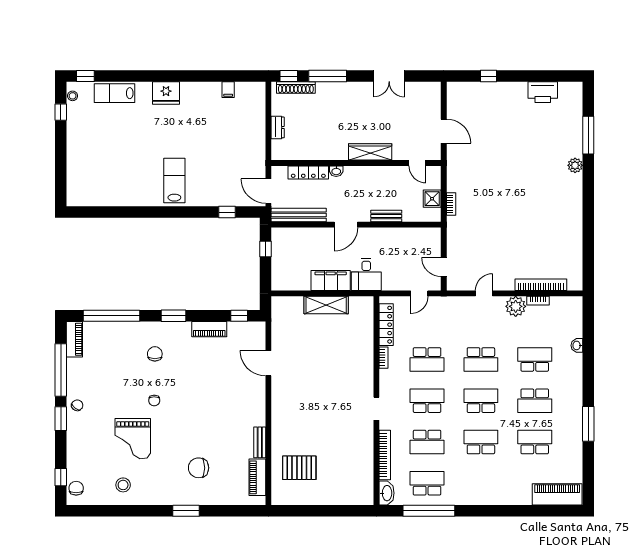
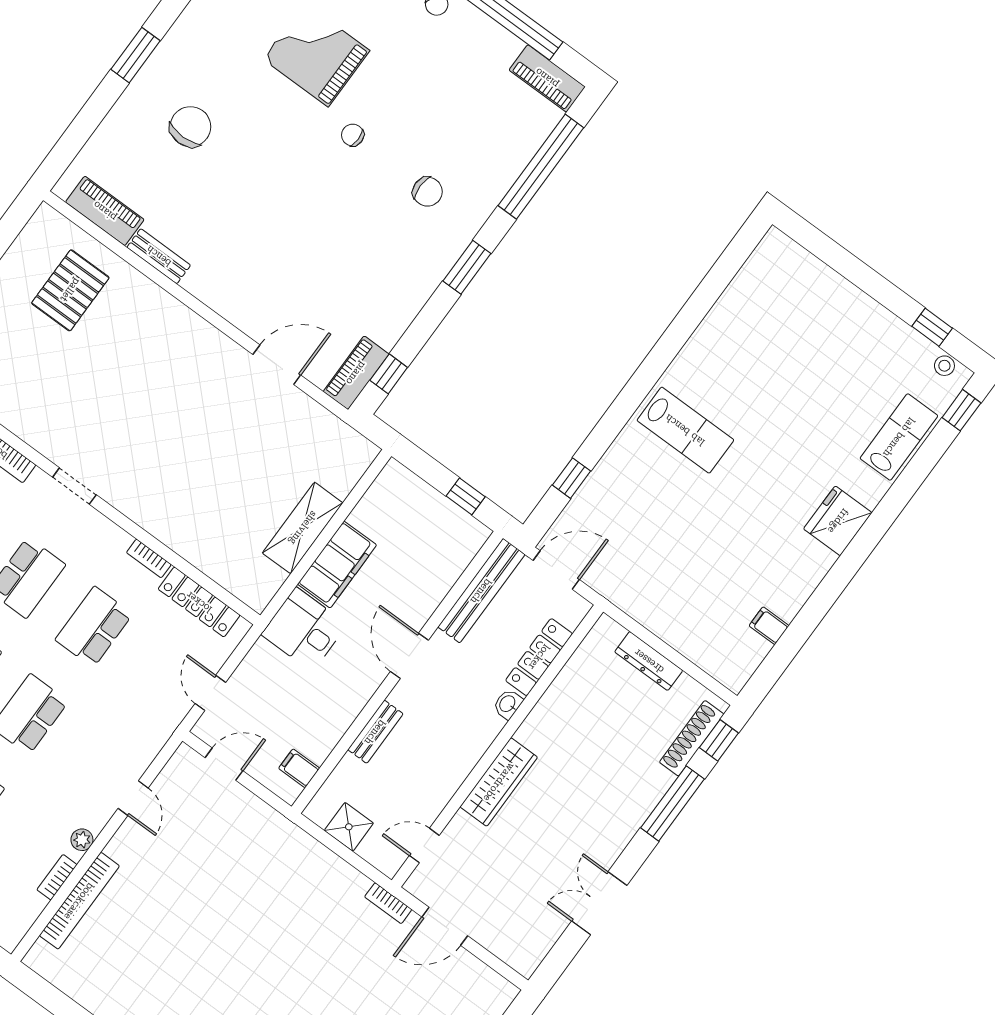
dresser: (278, 127) -> (649, 661), width x1.44
bookcase: (451, 204) -> (388, 903), moved
filing cabinet: (423, 236) -> (299, 768), added
plant: (516, 306) -> (82, 840), width x0.53, depth x0.53
piano: (209, 329) -> (356, 373), moved

